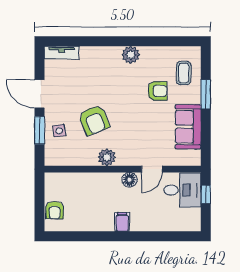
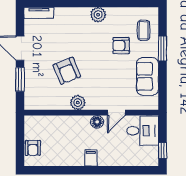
armchair: (157, 91) -> (121, 46), turned 180
side table: (59, 131) -> (37, 80), removed
window: (206, 194) -> (163, 150), moved

